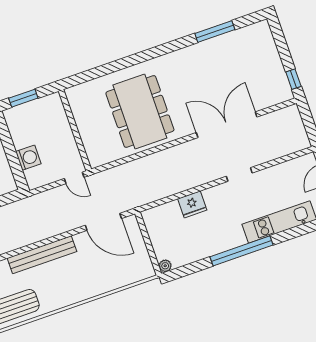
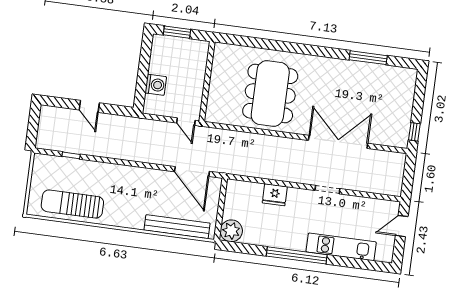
bench: (42, 255) -> (177, 227), moved
plant: (165, 266) -> (231, 231), width x1.88, depth x1.88

